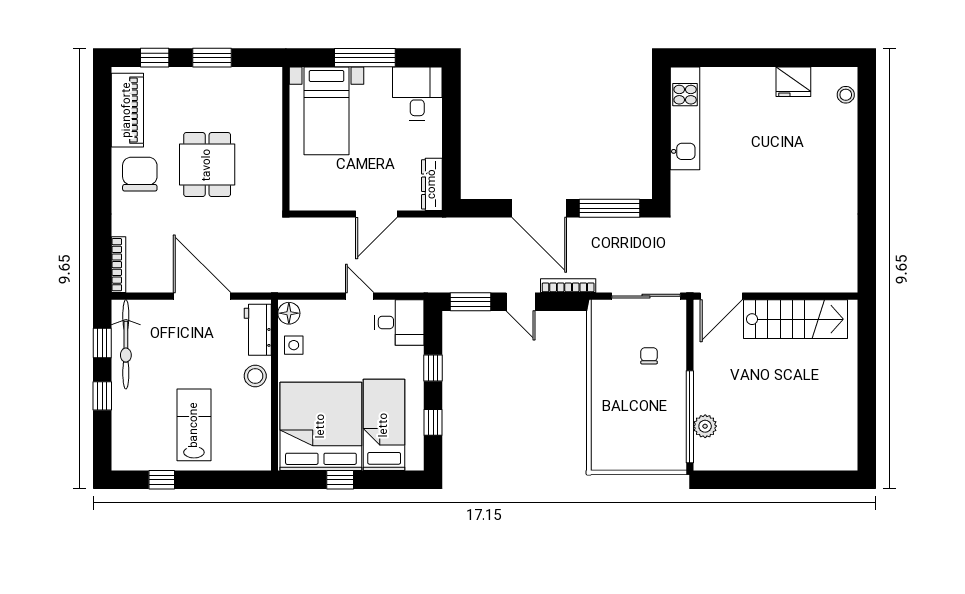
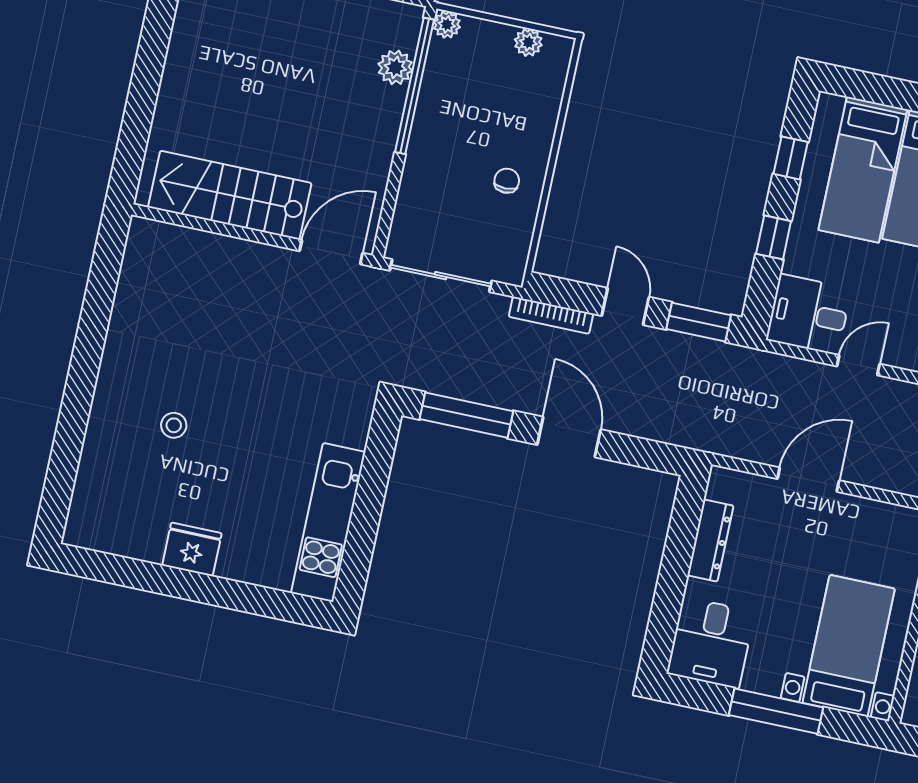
fridge: (793, 82) -> (192, 549), moved
stool: (846, 95) -> (174, 425), moved
dresser: (432, 184) -> (710, 540), moved
door: (539, 208) -> (569, 437), width x0.73
door: (360, 296) -> (858, 365), swing flipped
chair: (649, 356) -> (507, 181), moved, turned 180
plant: (621, 461) -> (528, 42), added
plant: (677, 462) -> (447, 25), added

